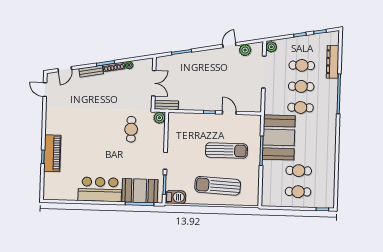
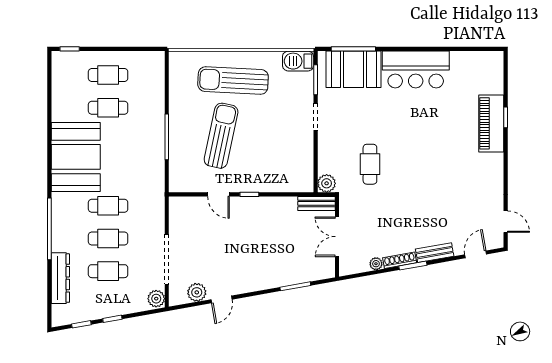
booth: (279, 137) -> (76, 157), moved
sun lounger: (226, 150) -> (221, 136), turned 102
sun lounger: (218, 186) -> (233, 81), turned 180

